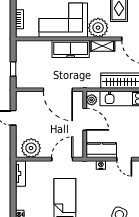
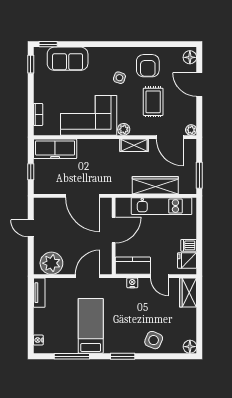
plant: (98, 28) -> (124, 129), width x0.53, depth x0.53
freezer: (71, 49) -> (55, 149), moved
plant: (92, 100) -> (121, 207), removed
door: (85, 119) -> (114, 230), hinge flipped

